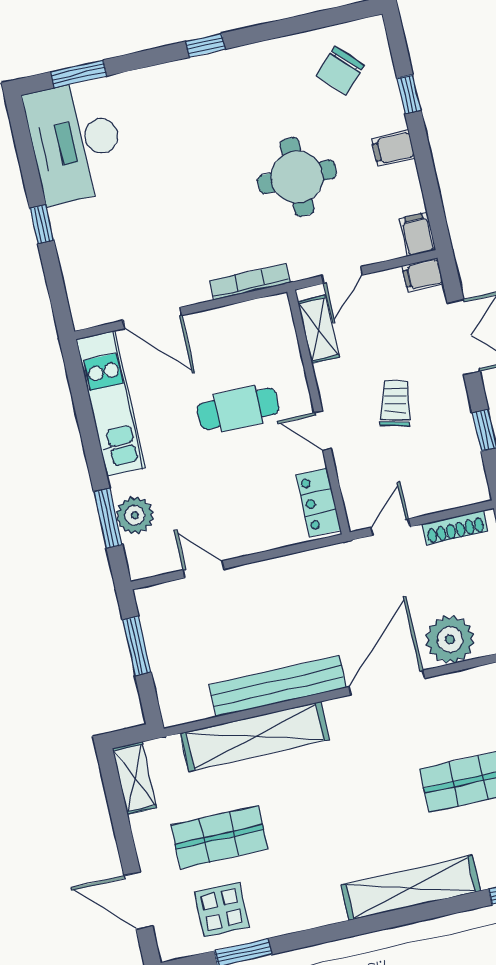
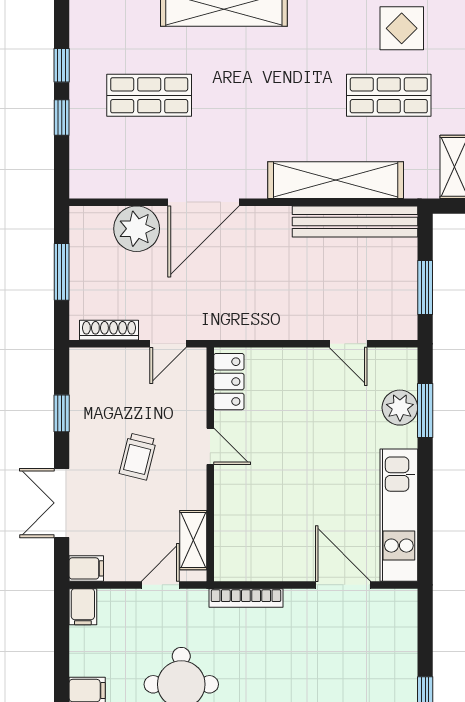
cafe table: (238, 409) -> (283, 484), removed
bench: (278, 686) -> (355, 221), moved

